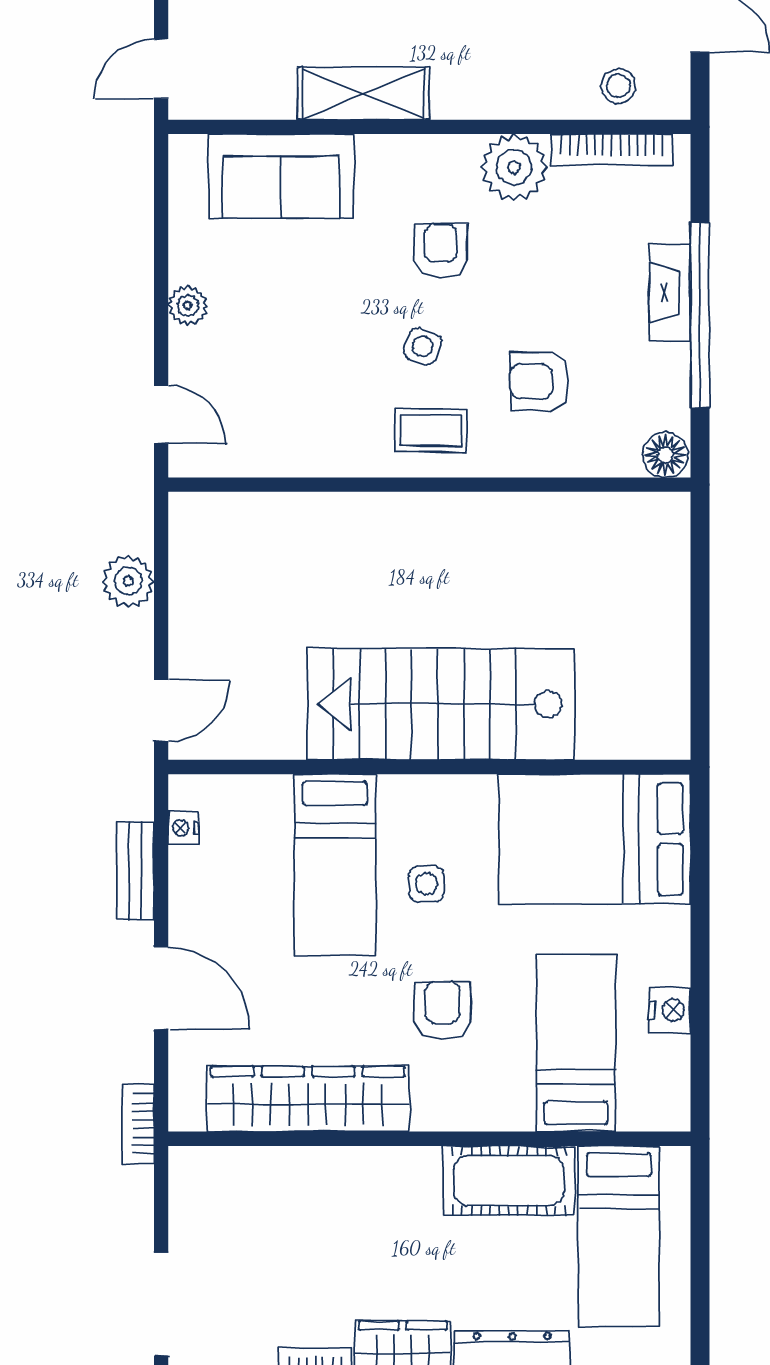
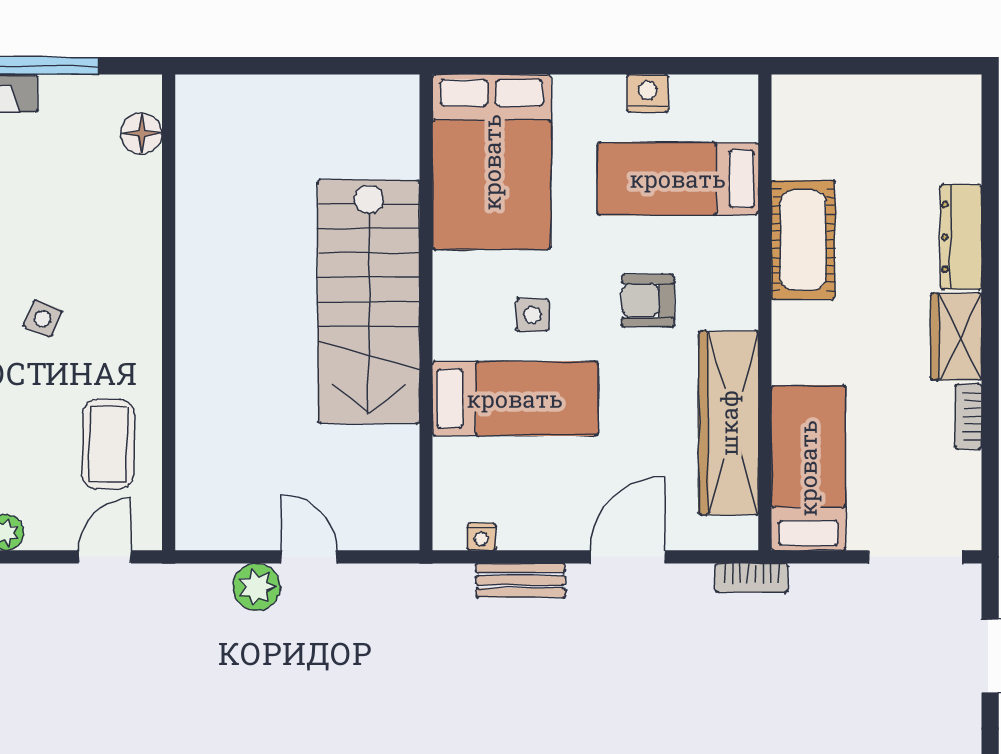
armchair: (540, 381) -> (74, 212), removed
coffee table: (431, 430) -> (108, 444), moved, width x1.36, depth x1.30
floor lamp: (665, 455) -> (142, 133), moved
door: (161, 711) -> (309, 557), moved
bed: (619, 1236) -> (808, 468), moved, turned -90

